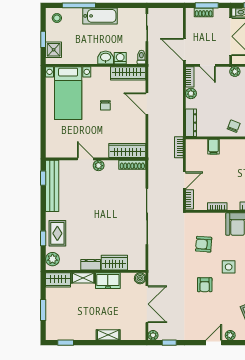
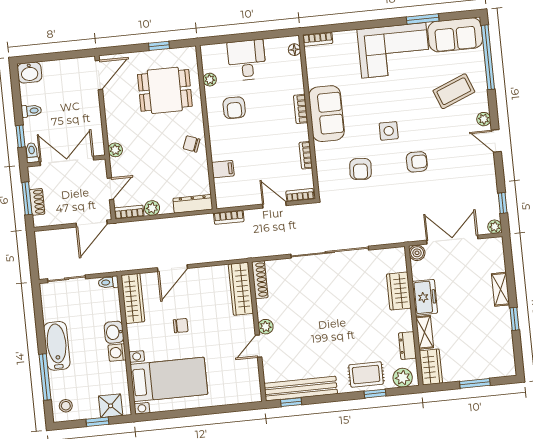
washing machine: (120, 58) -> (117, 353), moved
dresser: (91, 265) -> (407, 346), moved
window: (66, 343) -> (514, 319), moved

